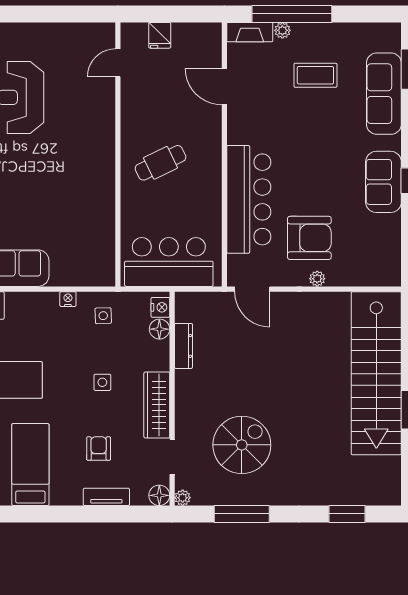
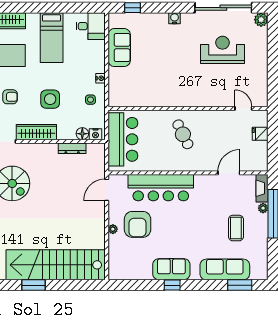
side table: (102, 382) -> (50, 99), width x1.87, depth x1.87

